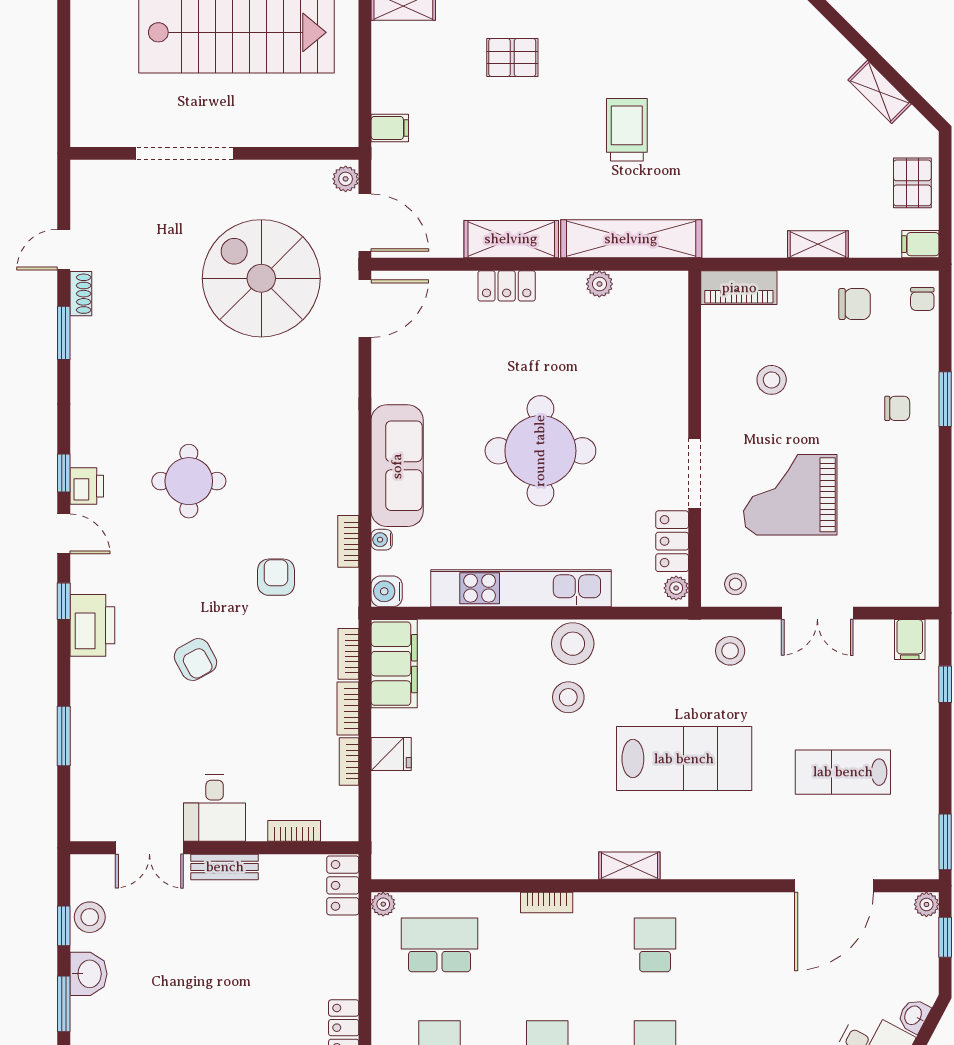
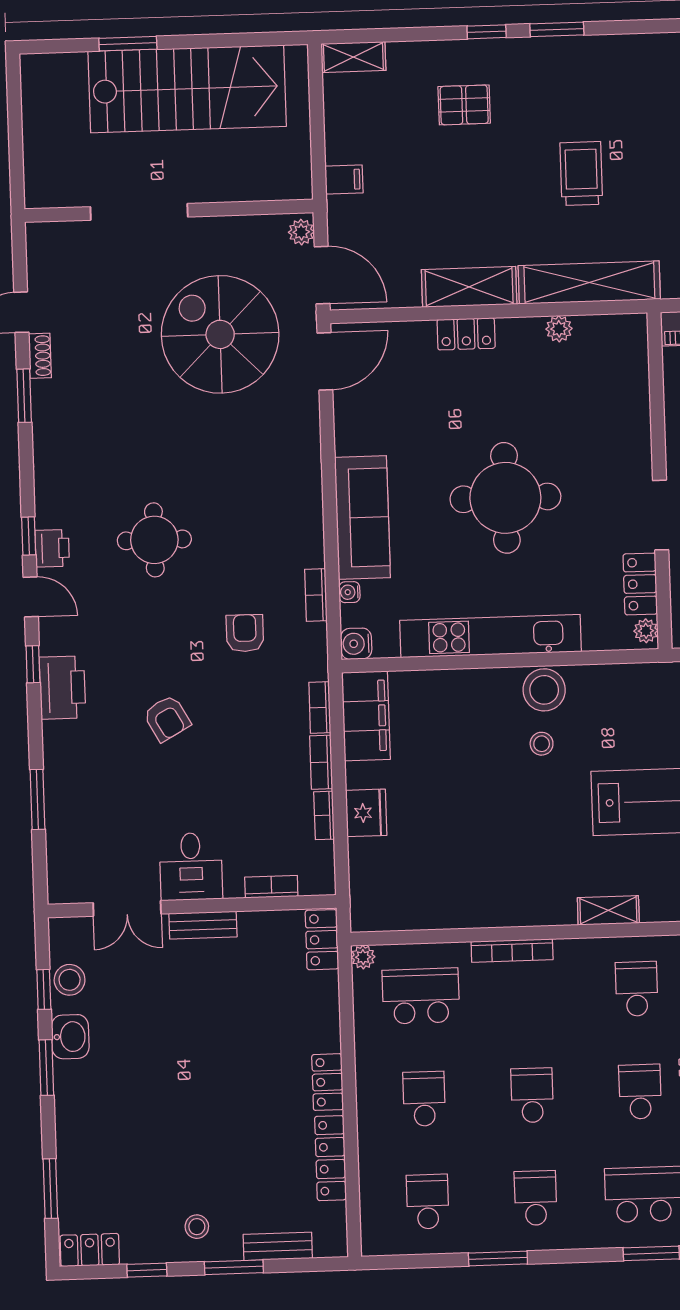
stool: (568, 697) -> (542, 744), width x0.73, depth x0.73
fridge: (391, 754) -> (366, 813), width x1.38
bookcase: (547, 903) -> (512, 951), width x1.56

